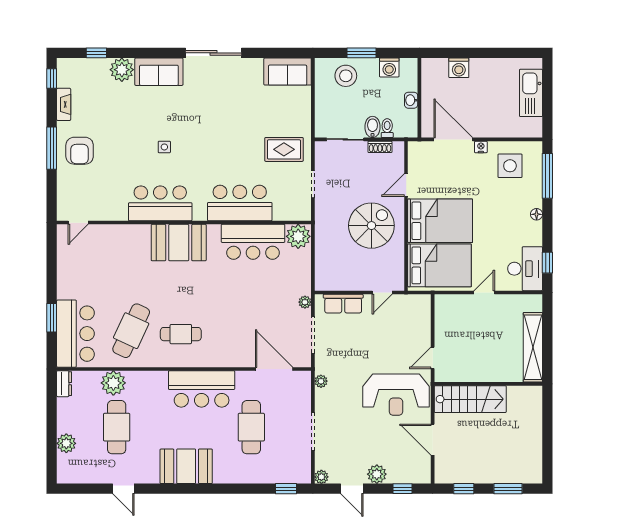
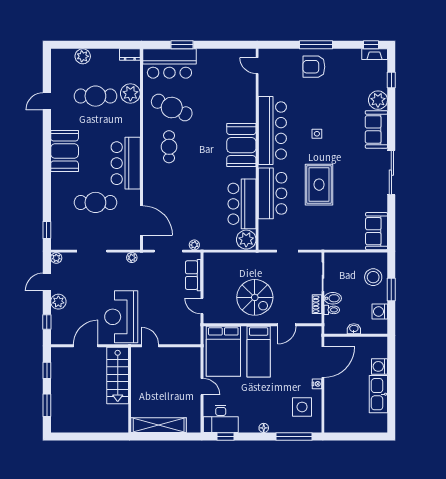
kitchen sink: (531, 93) -> (378, 394), moved, turned -90
fireplace: (64, 104) -> (375, 54), moved
rug: (284, 149) -> (319, 185), moved, width x1.36, depth x1.43
door: (406, 185) -> (287, 325), swing flipped
bar counter: (160, 203) -> (272, 131), width x1.36
bed: (440, 221) -> (259, 352), width x0.67
door: (274, 369) -> (141, 221), hinge flipped

